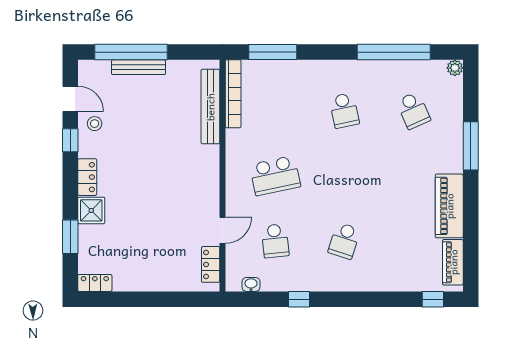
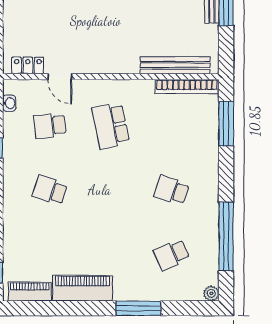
school desk: (344, 110) -> (172, 190), turned 30

